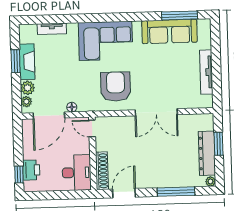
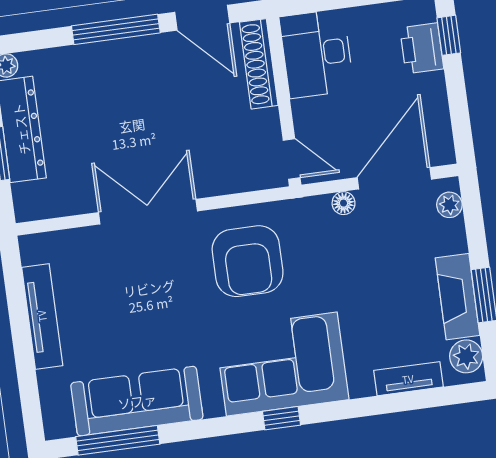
window: (108, 18) -> (281, 418), added
plant: (28, 88) -> (466, 356), moved
window: (176, 192) -> (116, 29), moved
door: (124, 193) -> (202, 18), hinge flipped

